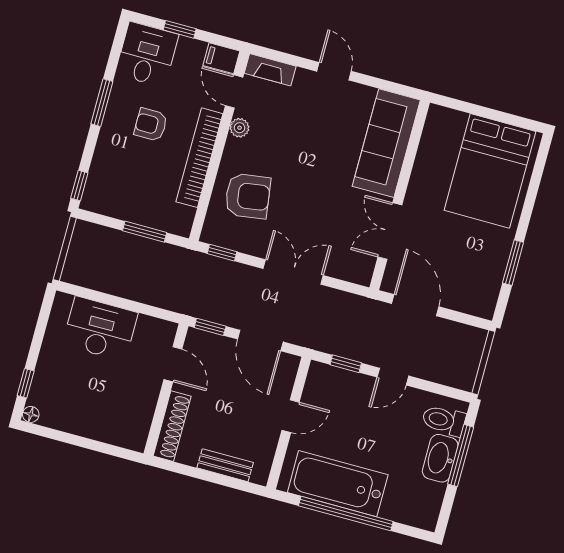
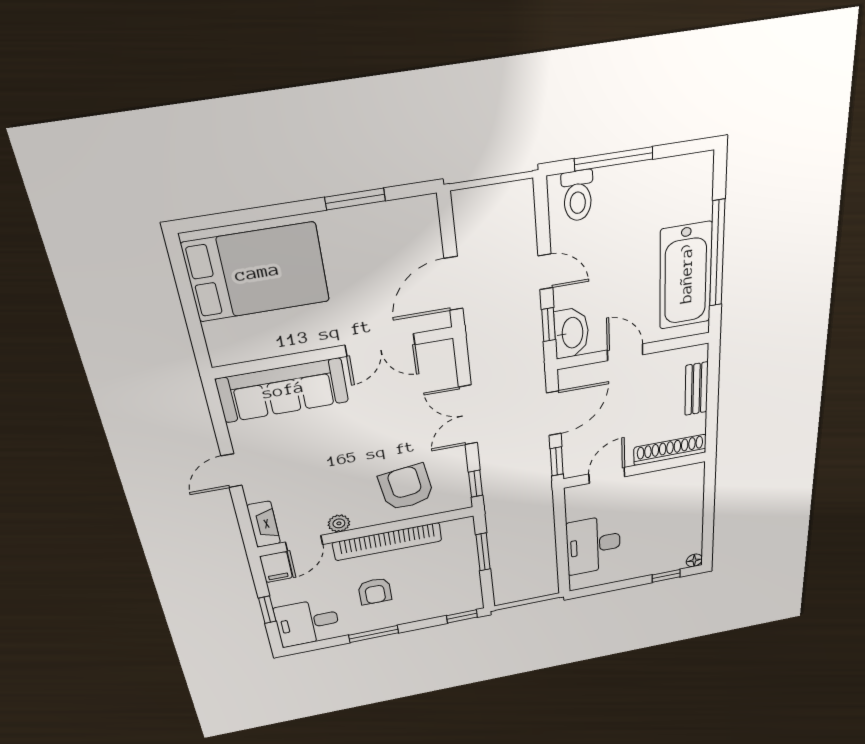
washbasin: (440, 458) -> (571, 333), moved, turned -90

